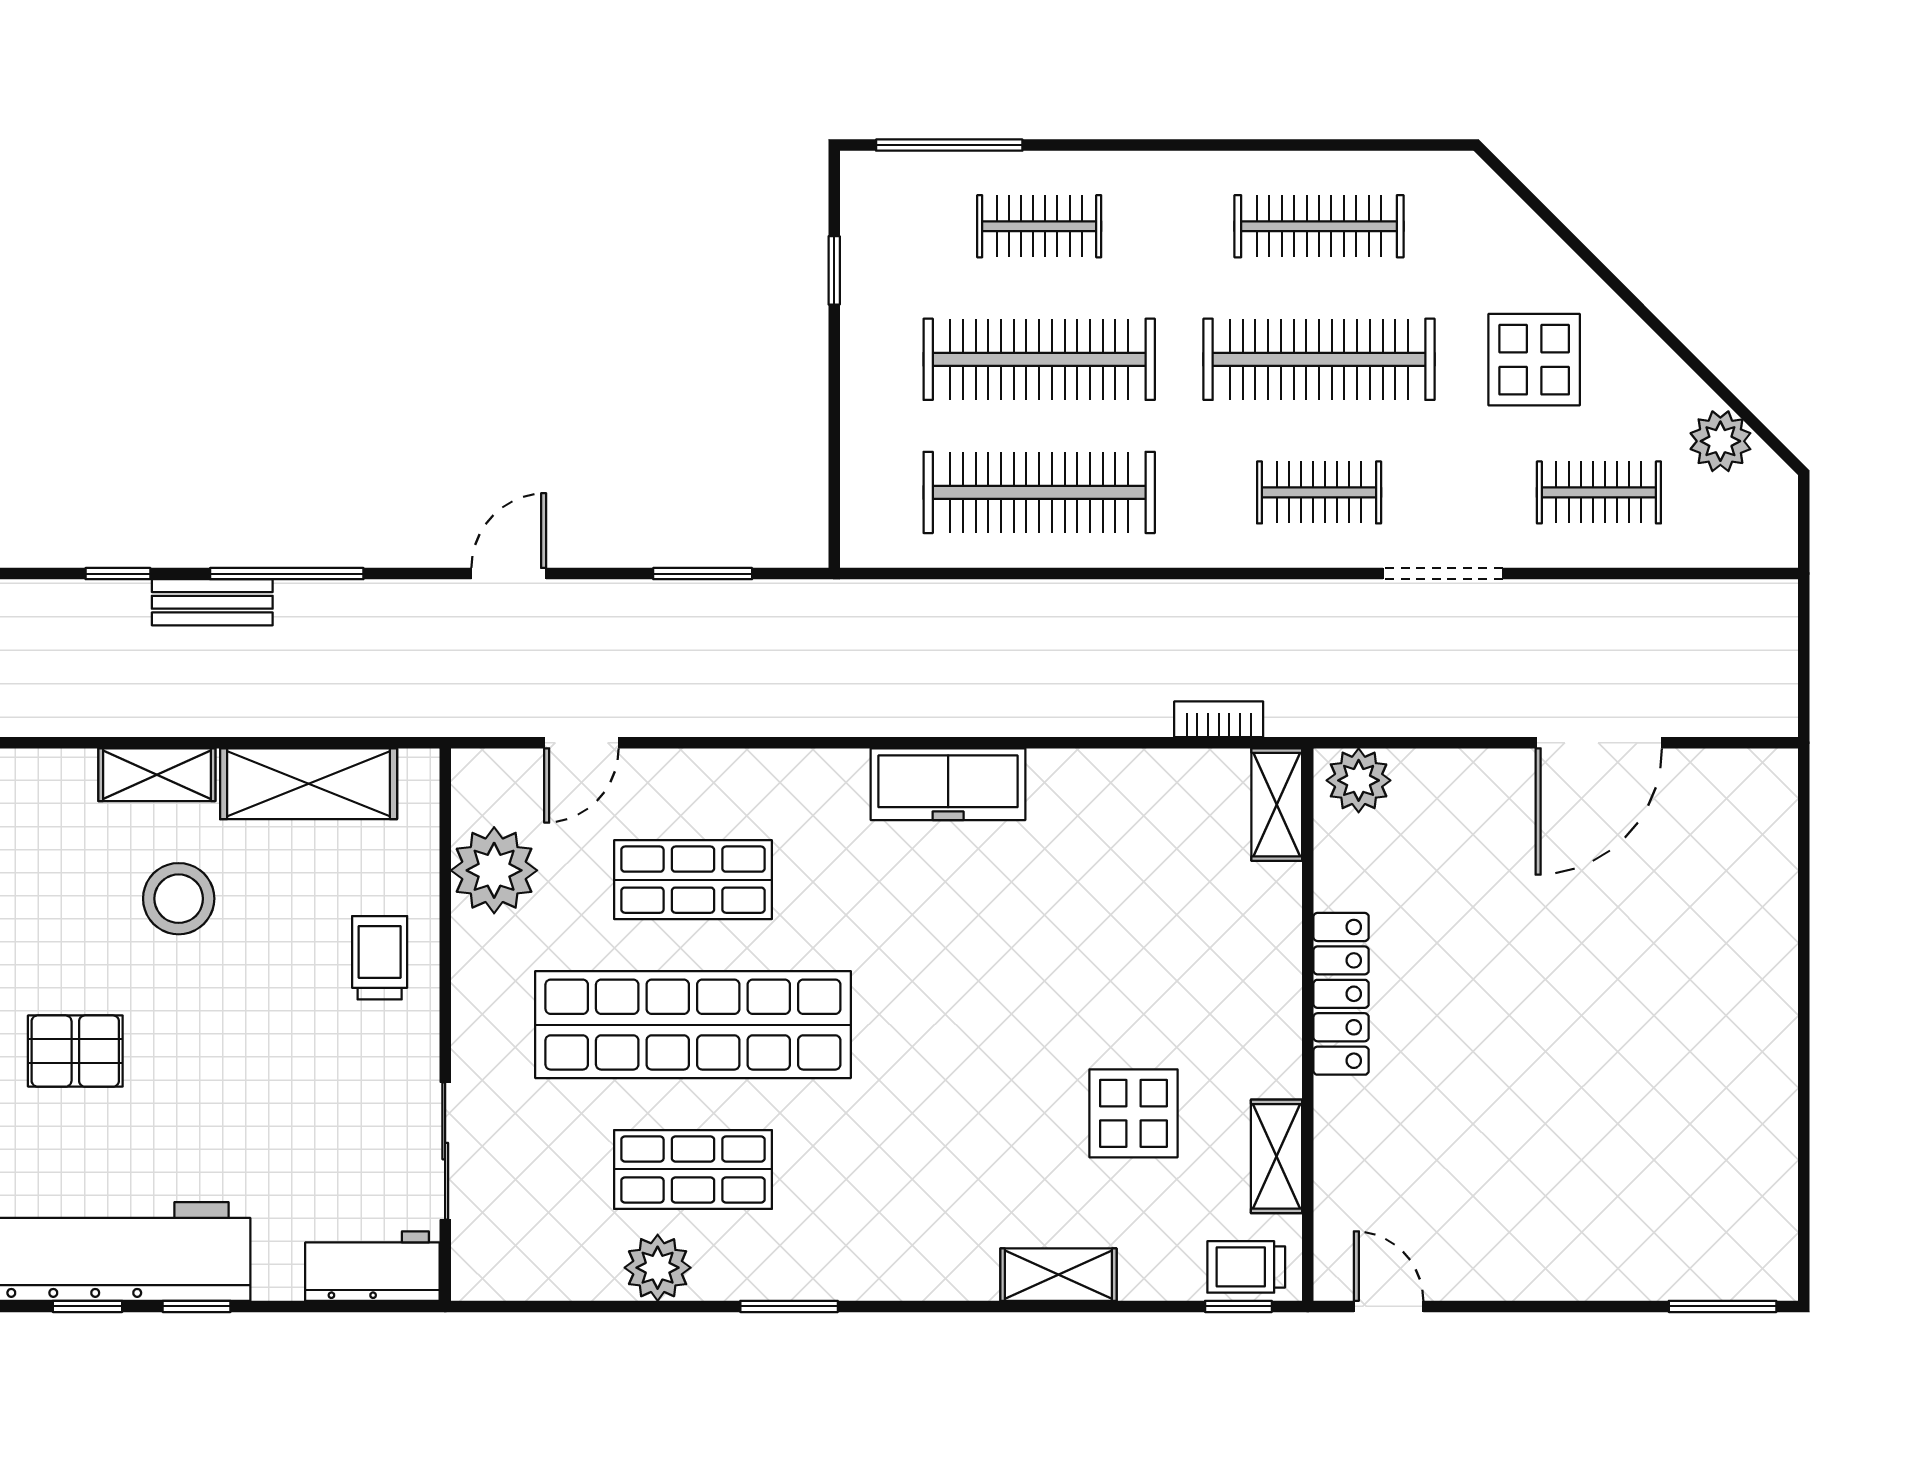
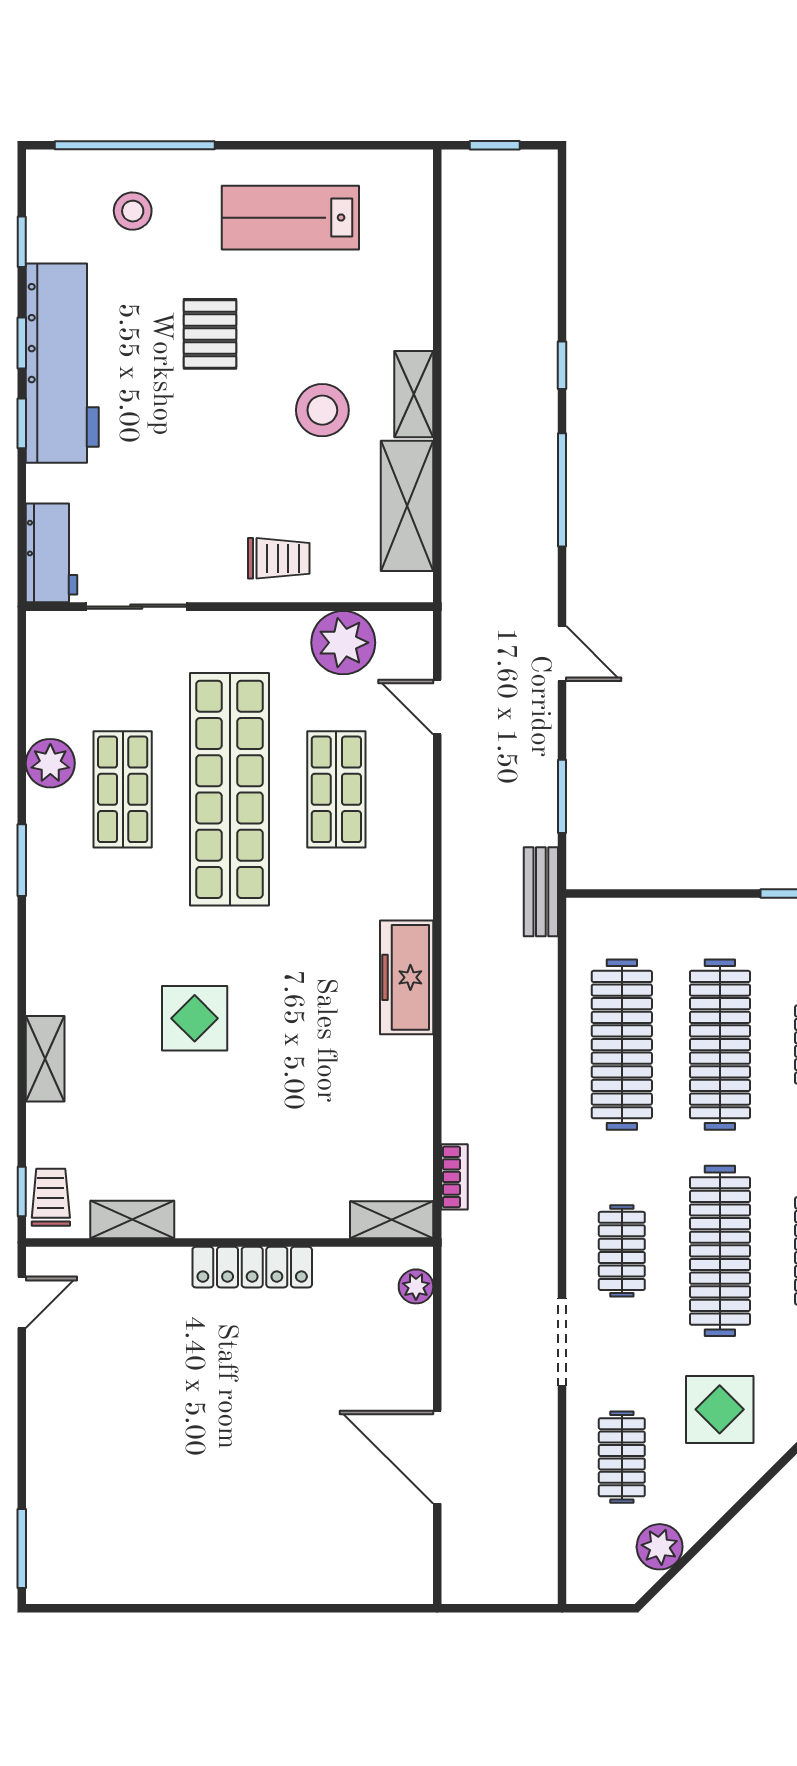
bench: (212, 602) -> (541, 892), moved
plant: (1359, 780) -> (416, 1286), width x0.73, depth x0.73
display table: (1133, 1113) -> (195, 1018), moved

